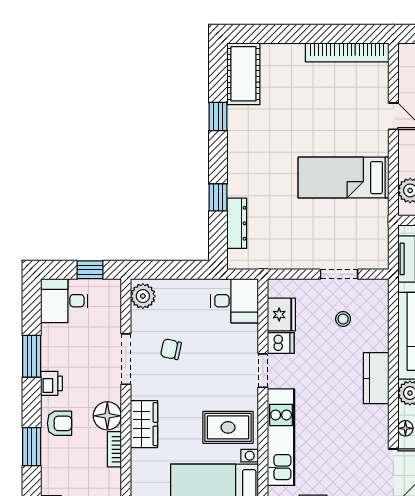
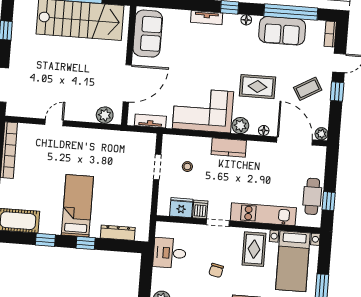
bed: (343, 178) -> (77, 206), moved, turned 180
window: (218, 197) -> (86, 243), moved
desk: (235, 301) -> (170, 253), moved, turned -90
chair: (171, 349) -> (216, 270), moved

